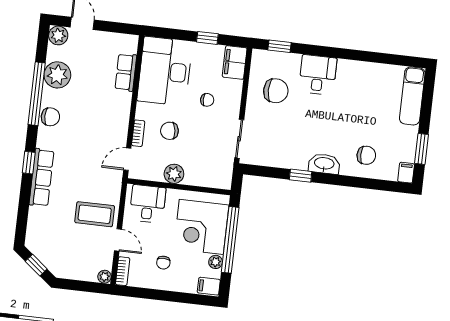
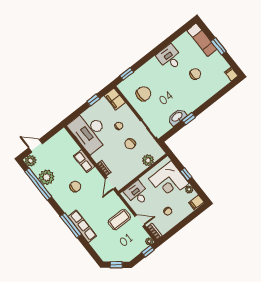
row of seats: (126, 72) -> (84, 161), moved
desk: (318, 75) -> (170, 58), moved
window: (37, 94) -> (38, 184), moved
chair: (50, 117) -> (75, 187), moved
chair: (169, 131) -> (130, 144), moved
window: (421, 149) -> (219, 46), moved
chair: (366, 155) -> (195, 74), moved
window: (29, 163) -> (71, 225), width x2.17
washbasin: (324, 164) -> (177, 117), moved
plant: (174, 174) -> (148, 160), moved
window: (230, 240) -> (186, 174), width x0.32
window: (91, 287) -> (148, 251), added

